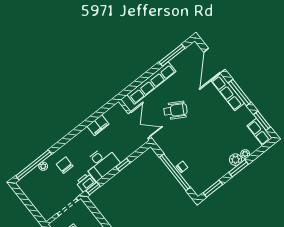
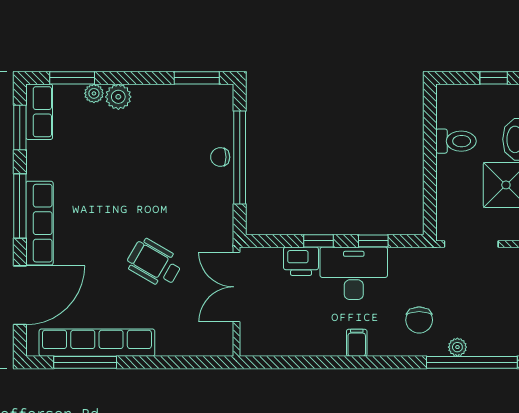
row of seats: (151, 83) -> (97, 343), moved
filing cabinet: (98, 125) -> (357, 343), moved, width x0.50
window: (239, 168) -> (72, 78), moved
printer: (86, 183) -> (301, 261), moved
window: (93, 188) -> (373, 241), moved

